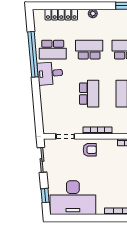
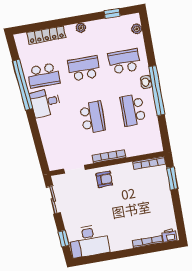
desk: (73, 198) -> (89, 241), width x0.73, depth x0.77

